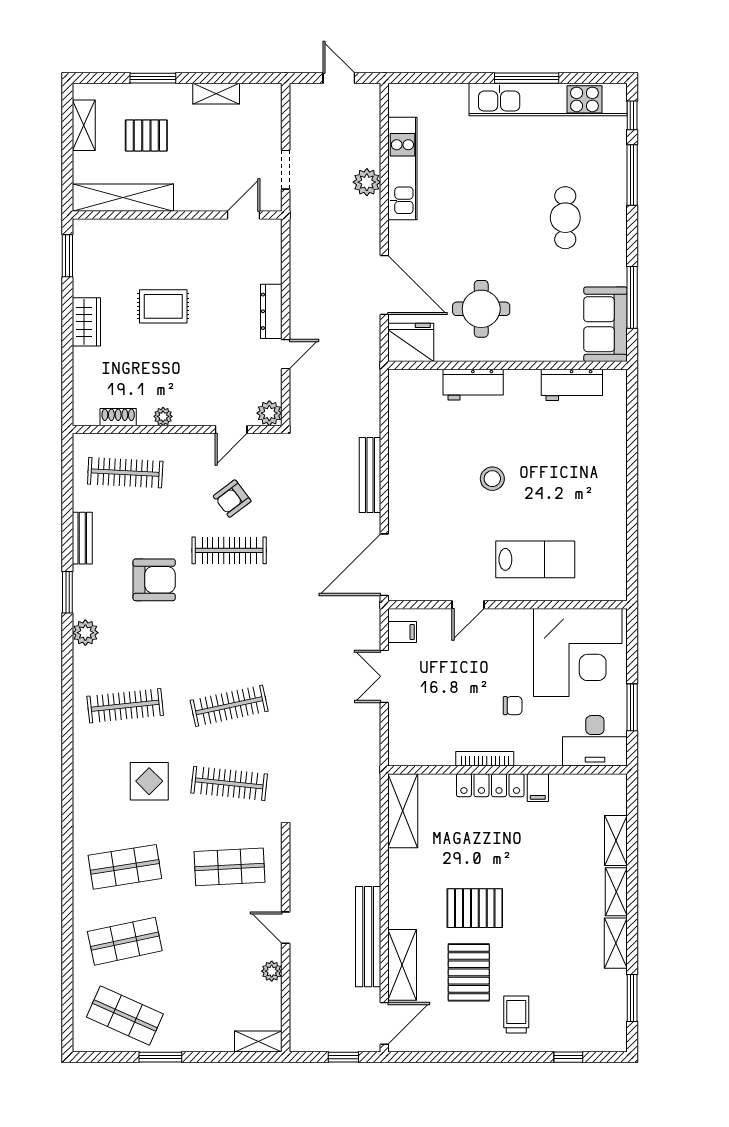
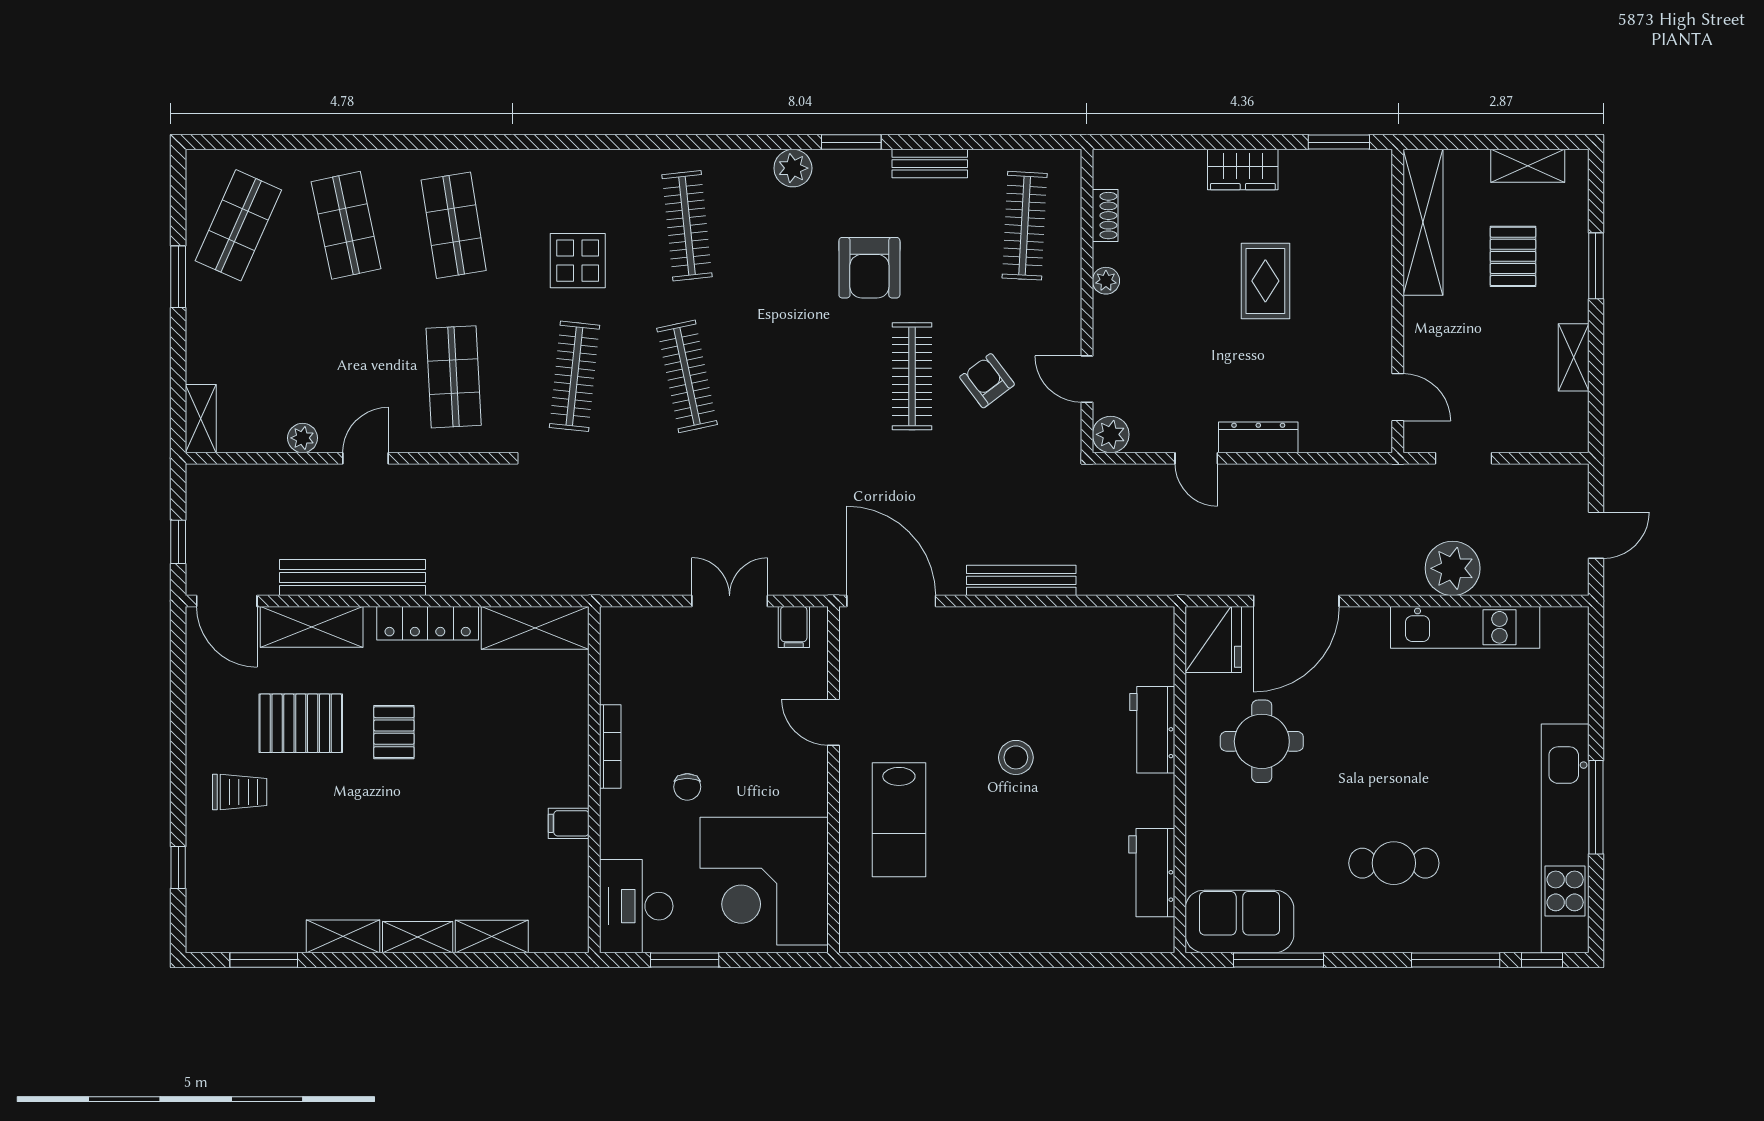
plant: (367, 182) -> (1453, 568), width x1.36, depth x1.36
locker: (490, 785) -> (428, 623), moved, turned -90
pallet: (475, 908) -> (394, 732), width x0.67, depth x0.71

